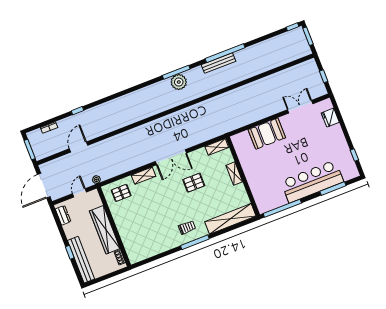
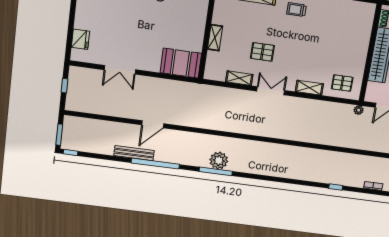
bench: (219, 63) -> (134, 153), moved
double door: (300, 107) -> (120, 70), moved
booth: (267, 134) -> (181, 63), moved
door: (79, 147) -> (153, 124), moved
shelving: (217, 147) -> (239, 78), moved
double door: (171, 157) -> (271, 91), width x0.73

